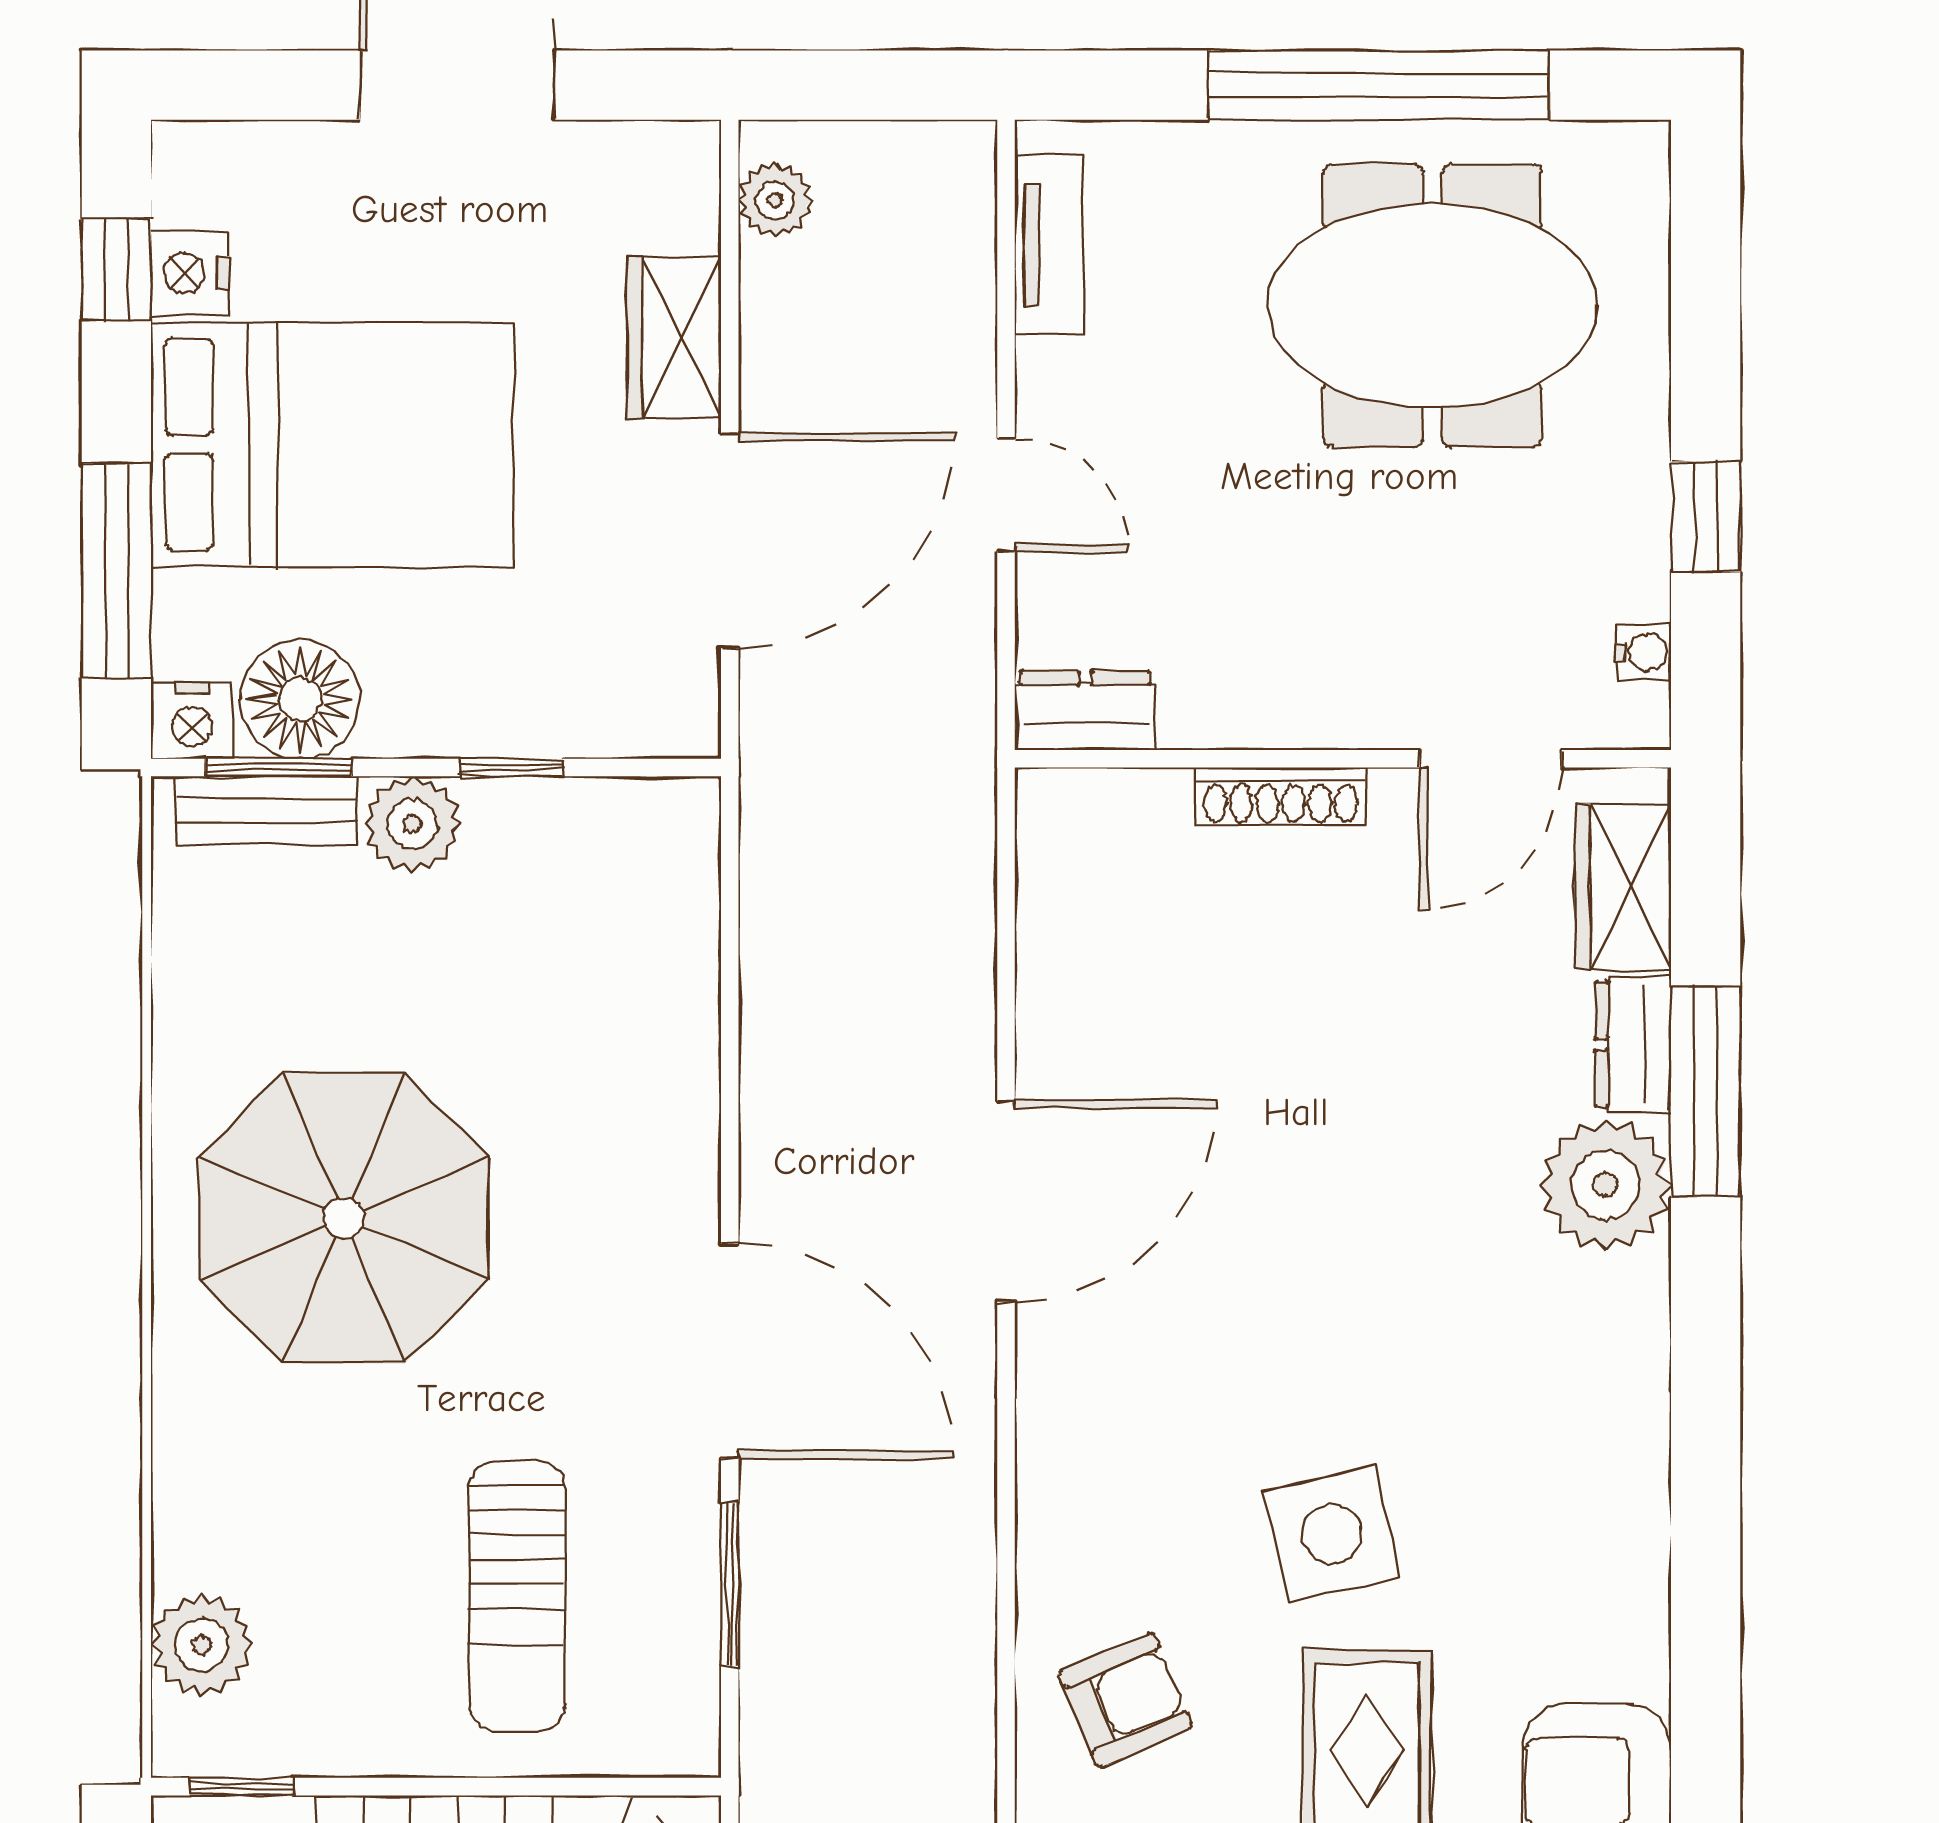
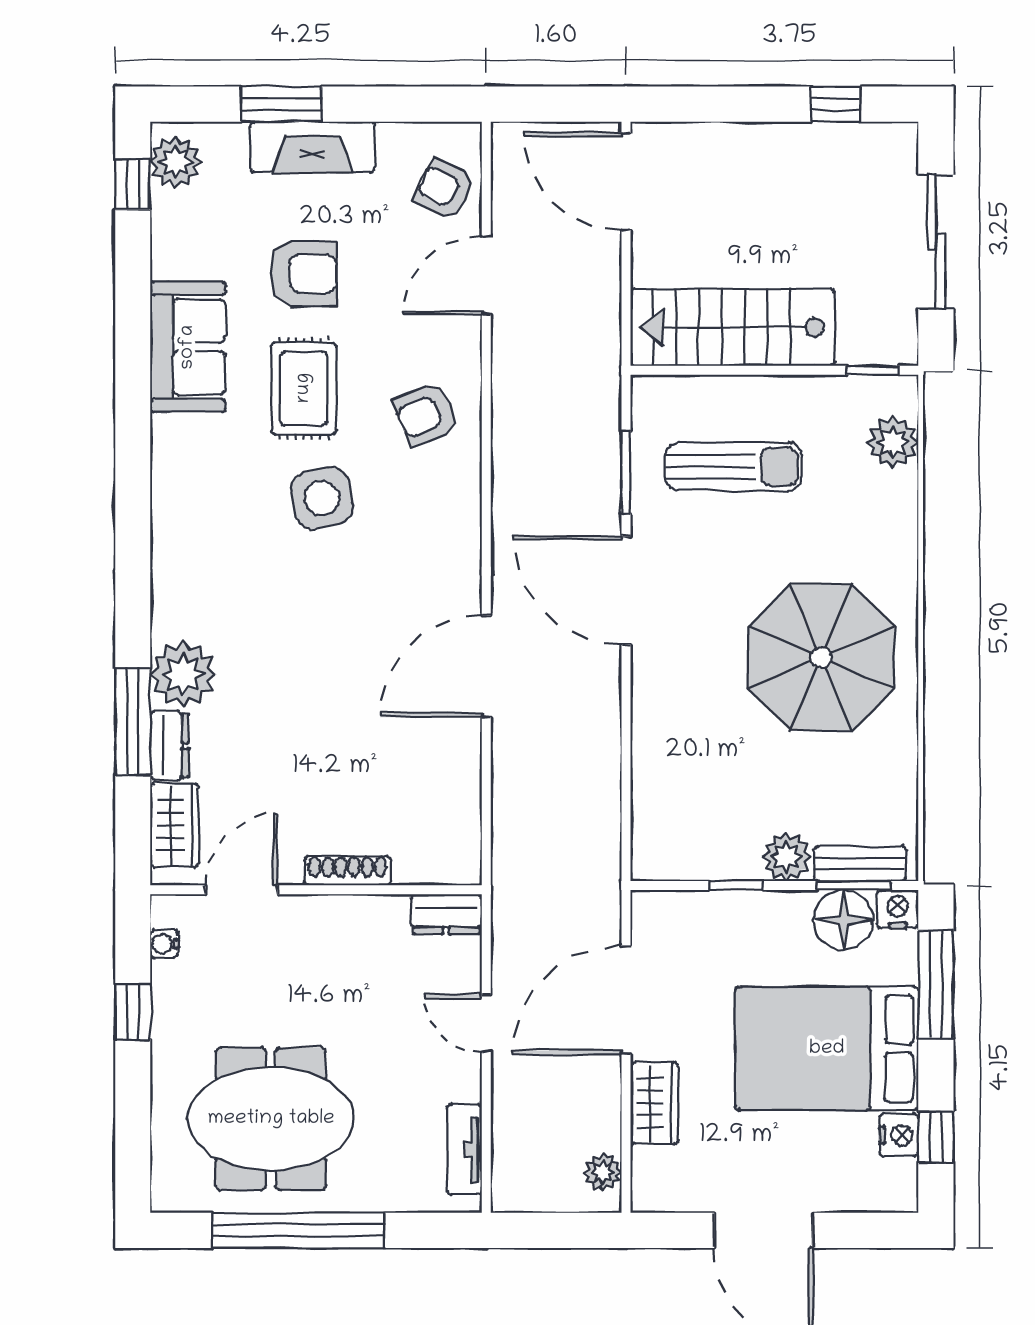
sun lounger: (517, 1596) -> (733, 467), turned 90

